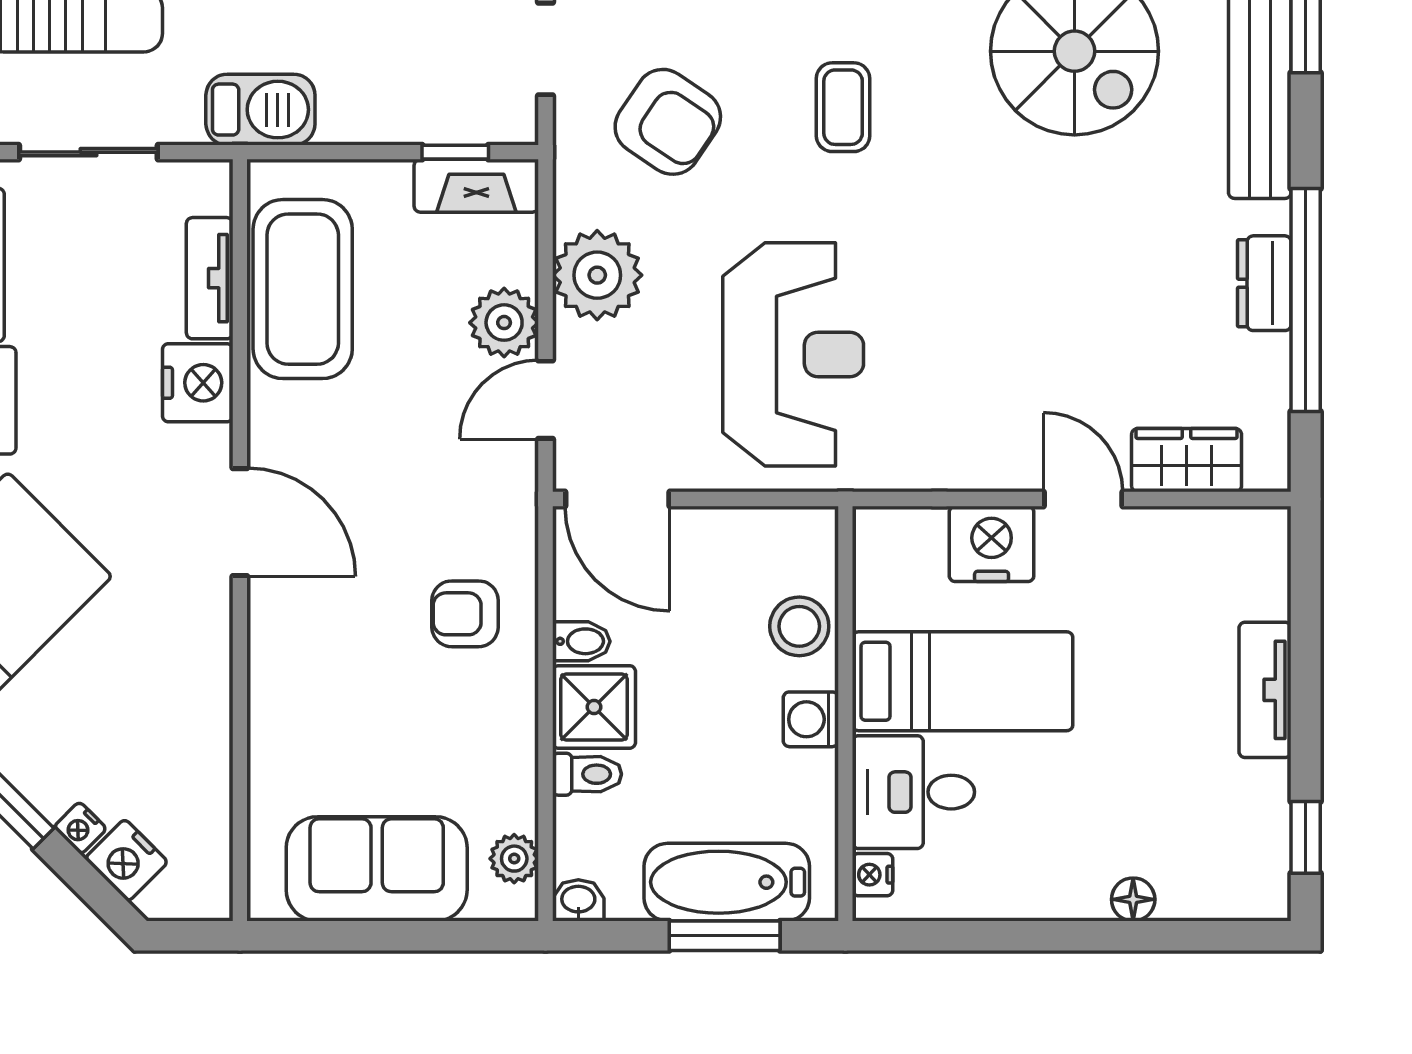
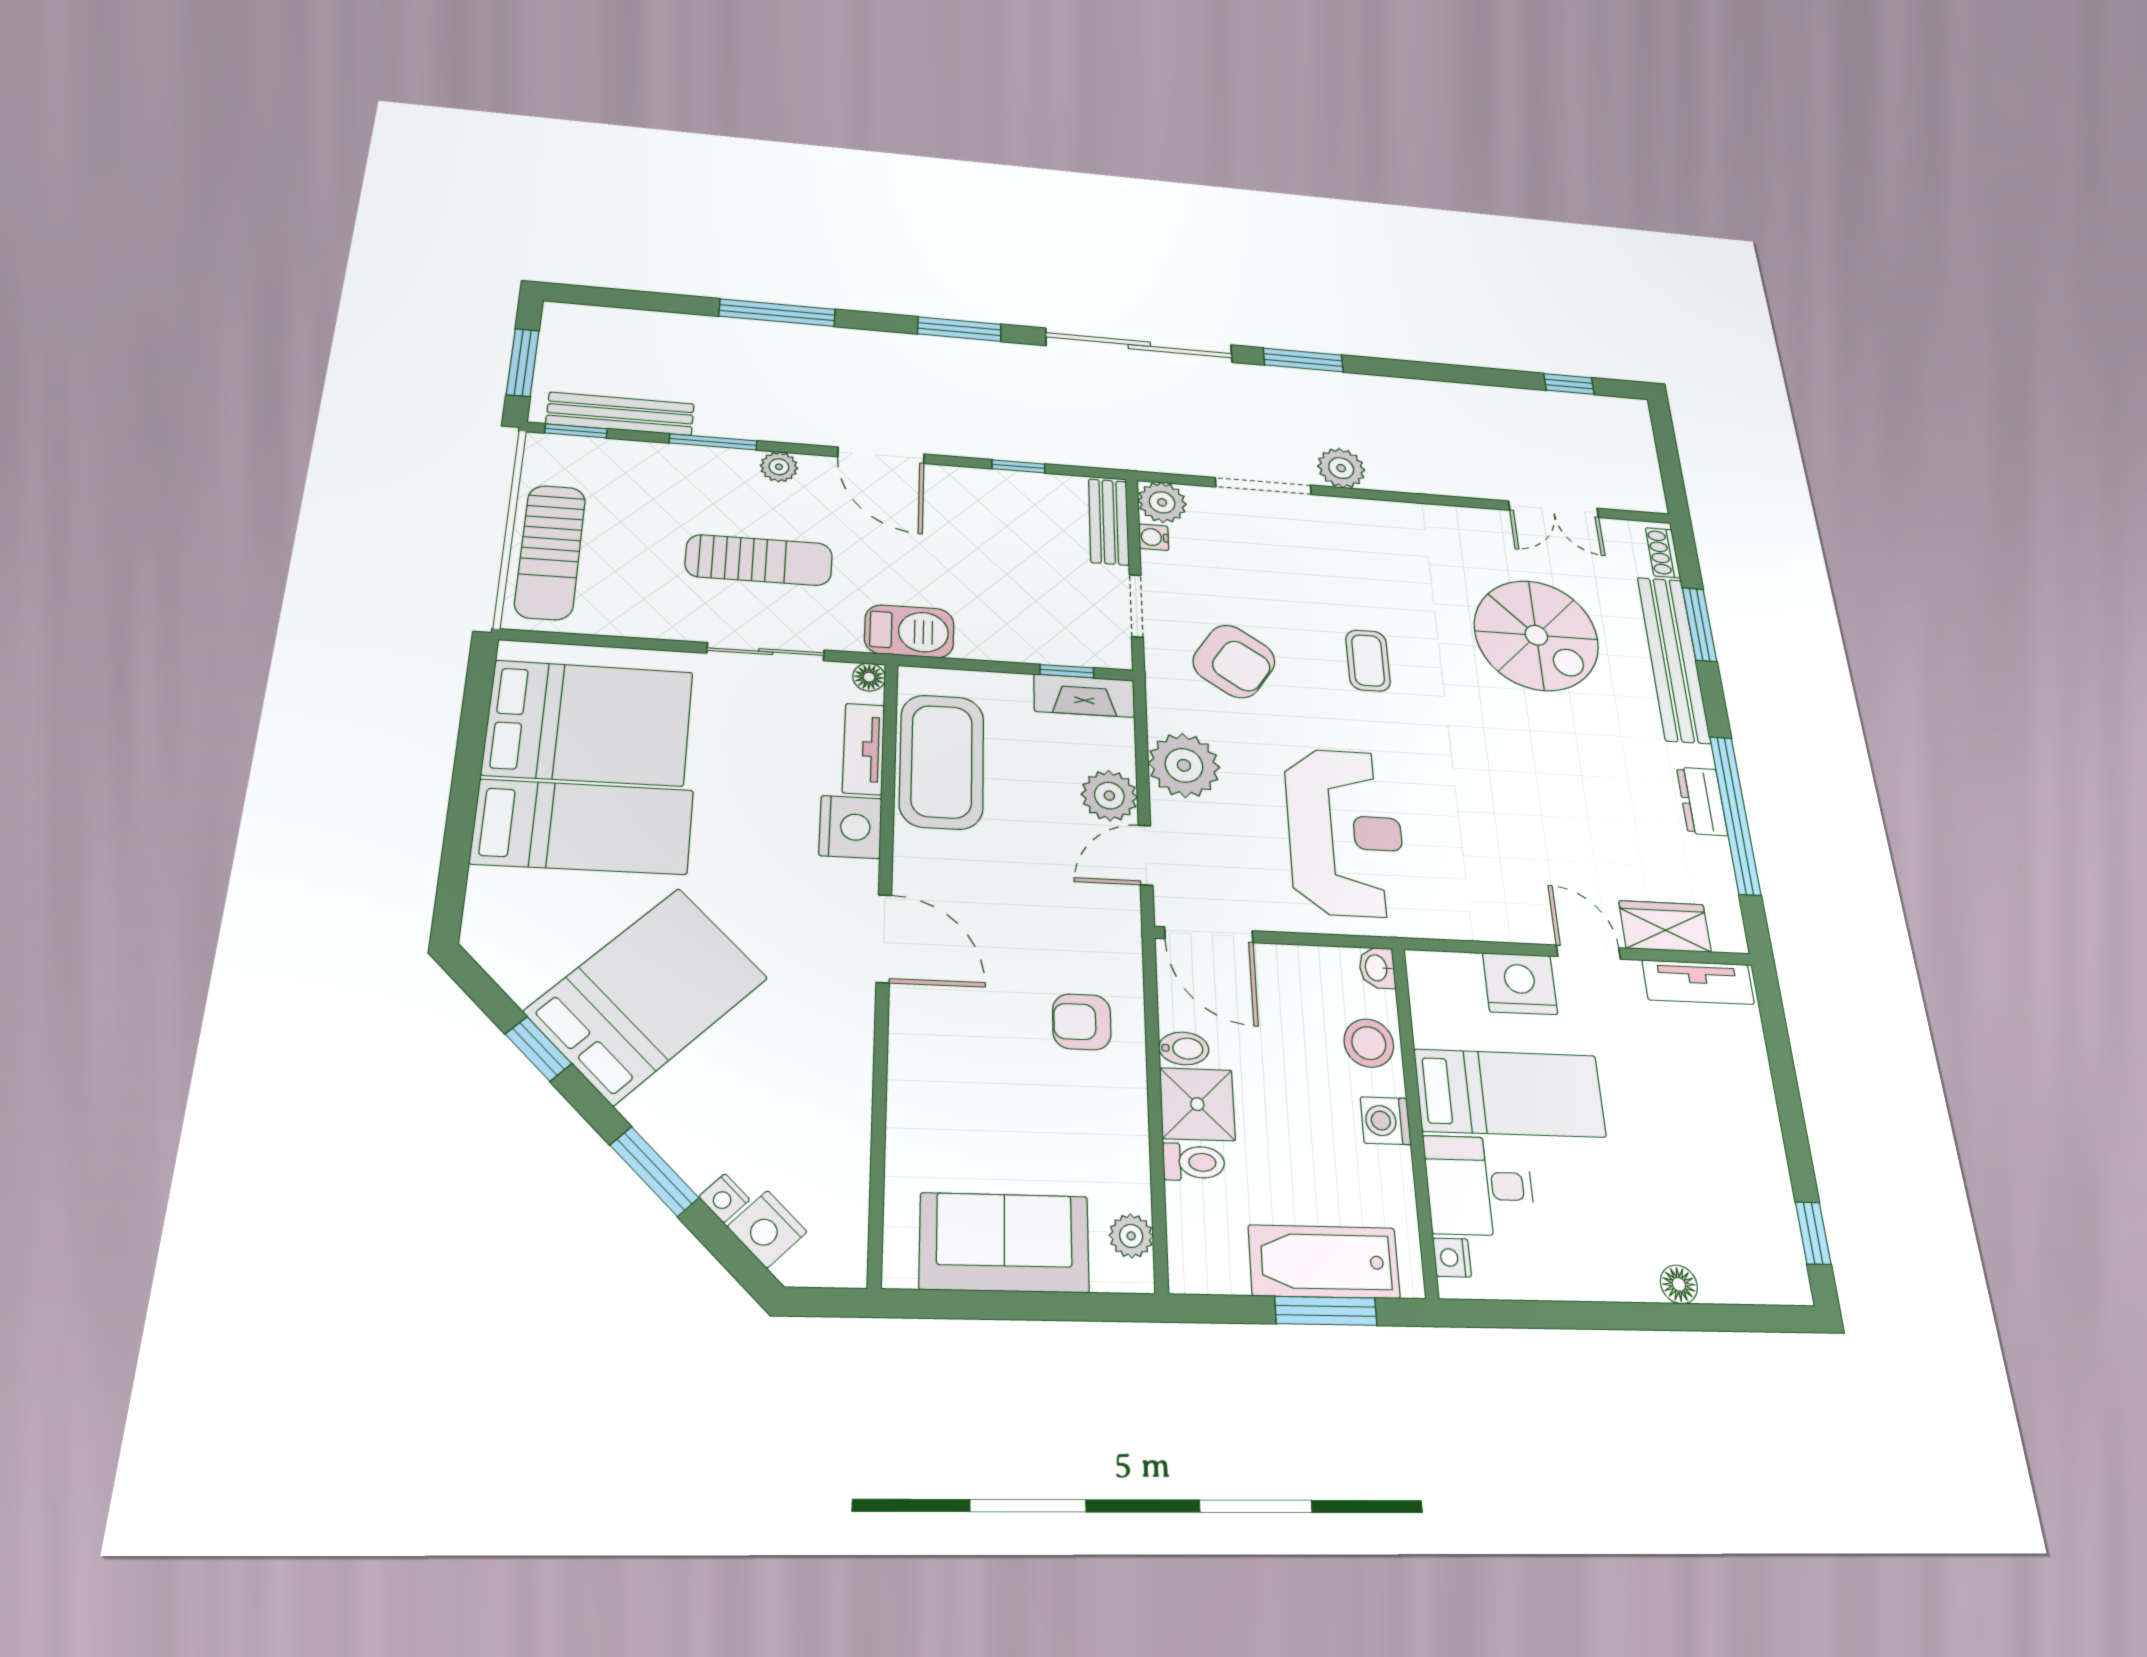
floor lamp: (213, 179) -> (869, 677), added
tv unit: (1265, 690) -> (1698, 982), moved, turned -90
washbasin: (578, 900) -> (1377, 968), moved, turned -90

